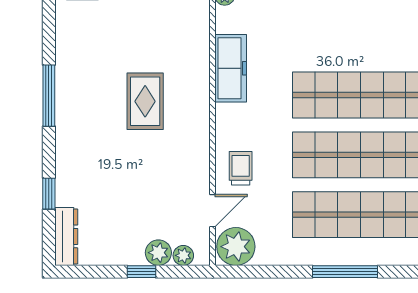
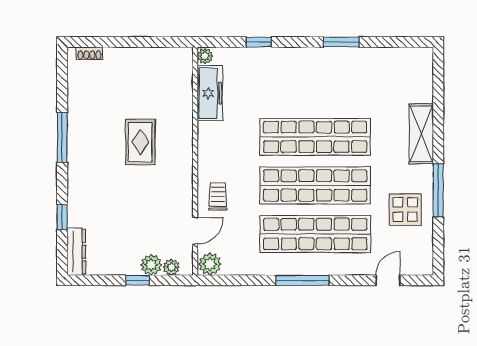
freezer: (231, 68) -> (210, 93), moved
plant: (236, 247) -> (210, 264), width x0.73, depth x0.73

